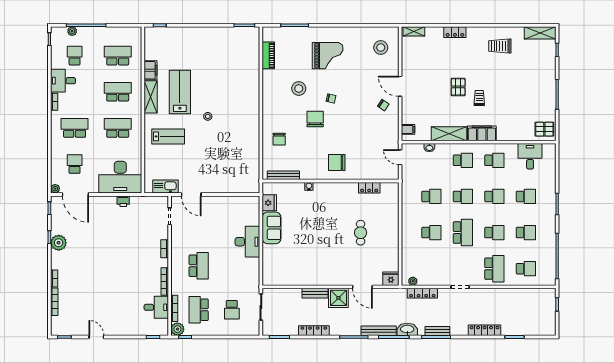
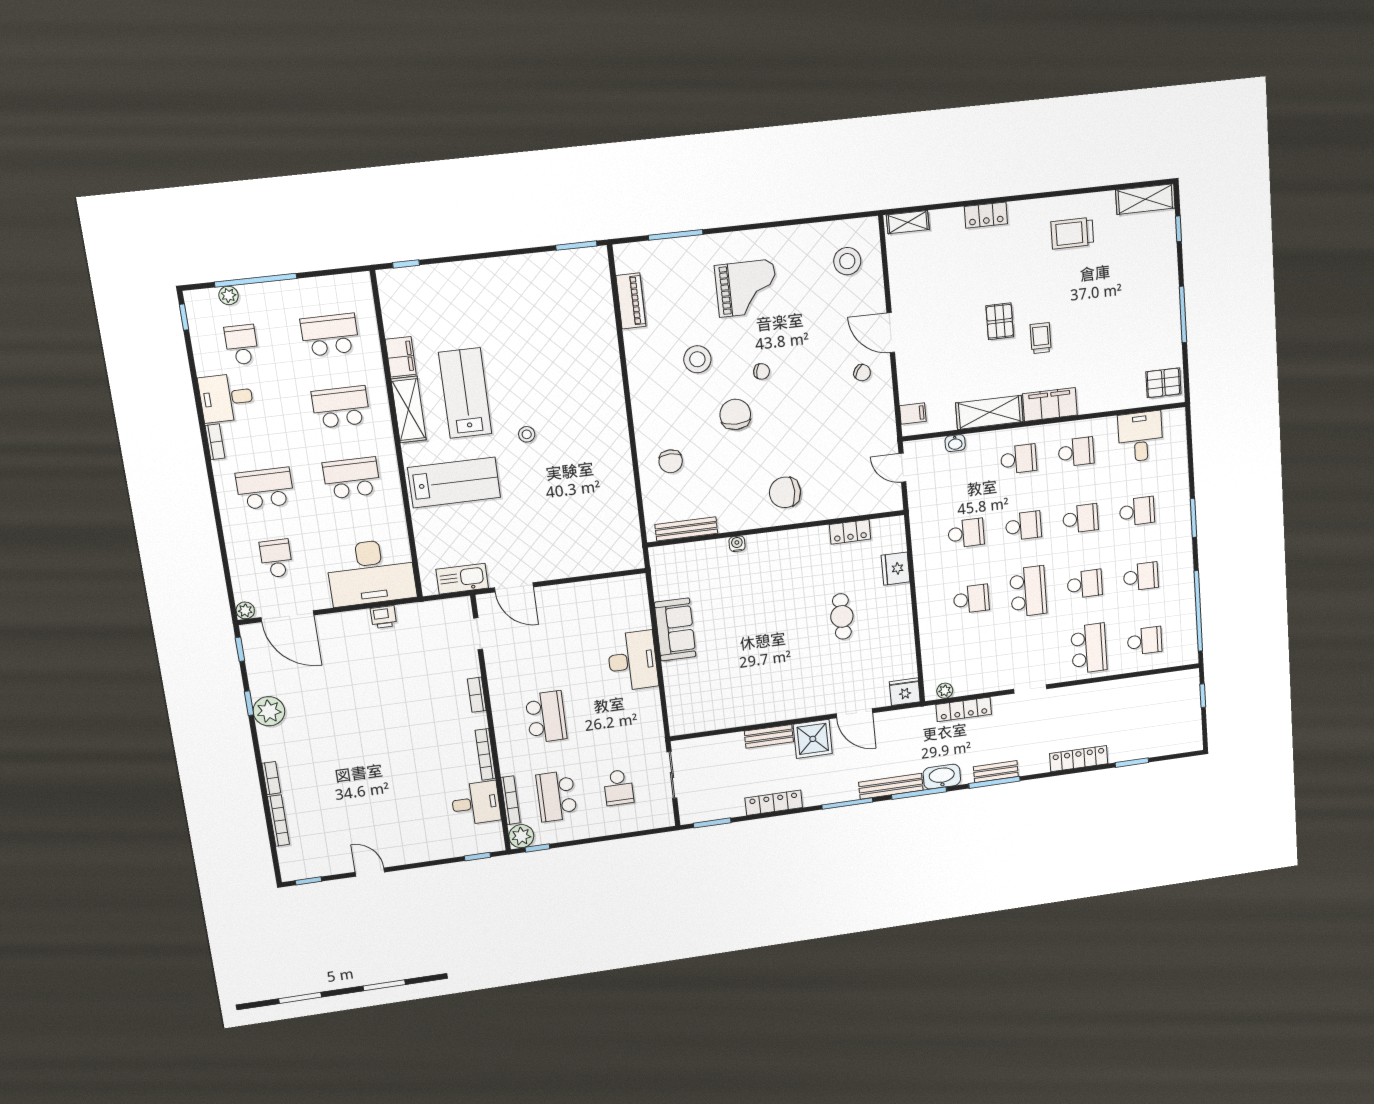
lab bench: (168, 136) -> (454, 482), width x1.36, depth x1.39
fridge: (269, 203) -> (895, 569), moved, turned 180

